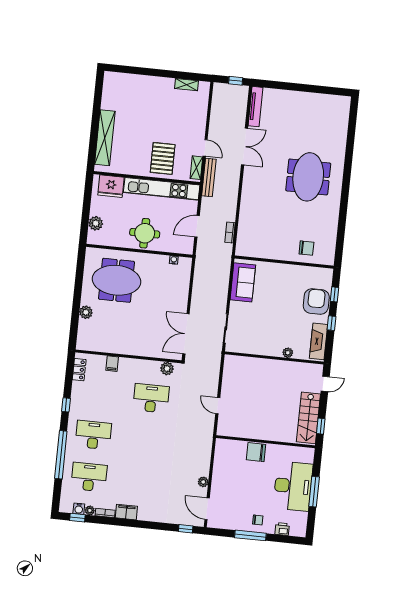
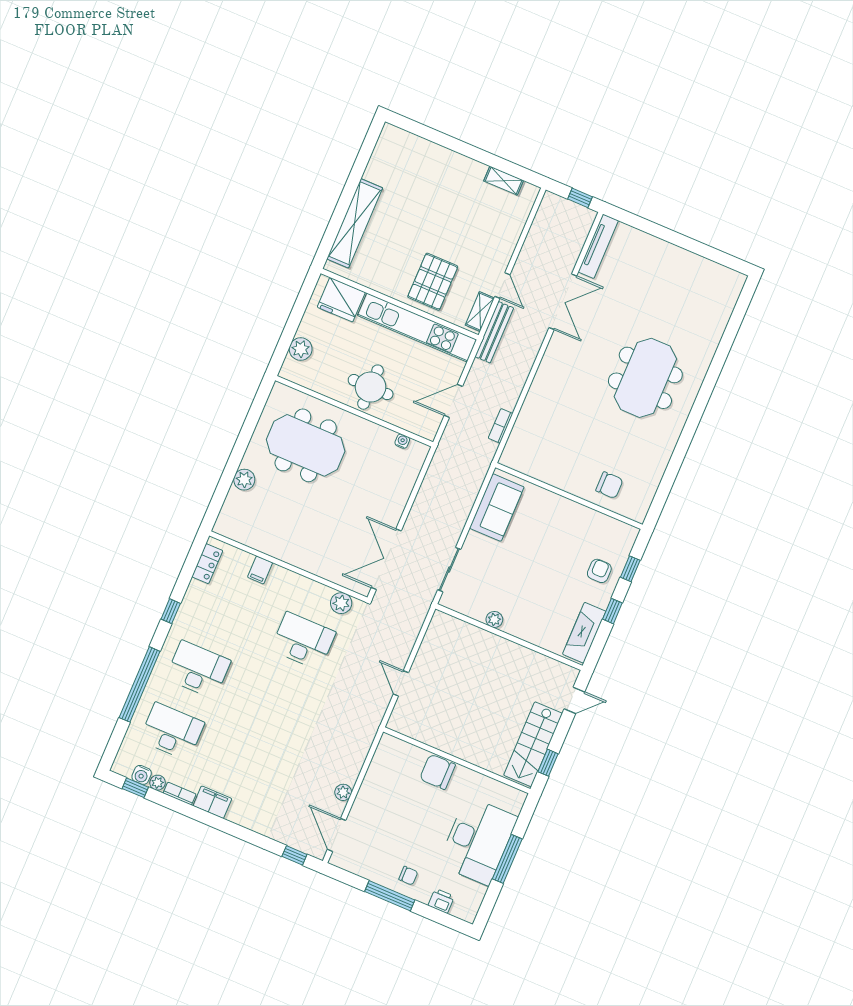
armchair: (316, 301) -> (599, 571), width x0.53, depth x0.53
plant: (288, 353) -> (494, 619), moved

